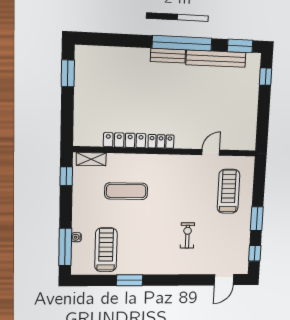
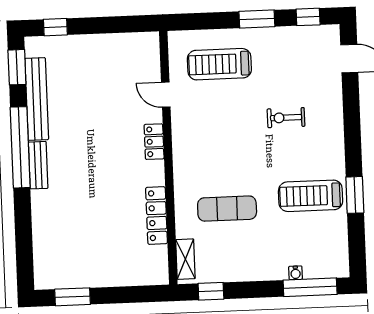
locker: (161, 141) -> (154, 142), moved
exercise mat: (126, 191) -> (227, 209), turned 90
treadmill: (106, 250) -> (311, 196), moved

